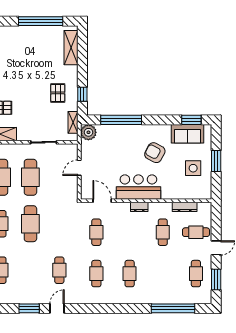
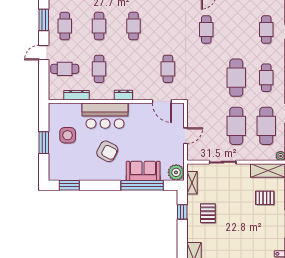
sofa: (188, 134) -> (143, 171), moved
bar counter: (138, 187) -> (105, 116), moved
cafe table: (96, 274) -> (99, 26), moved

